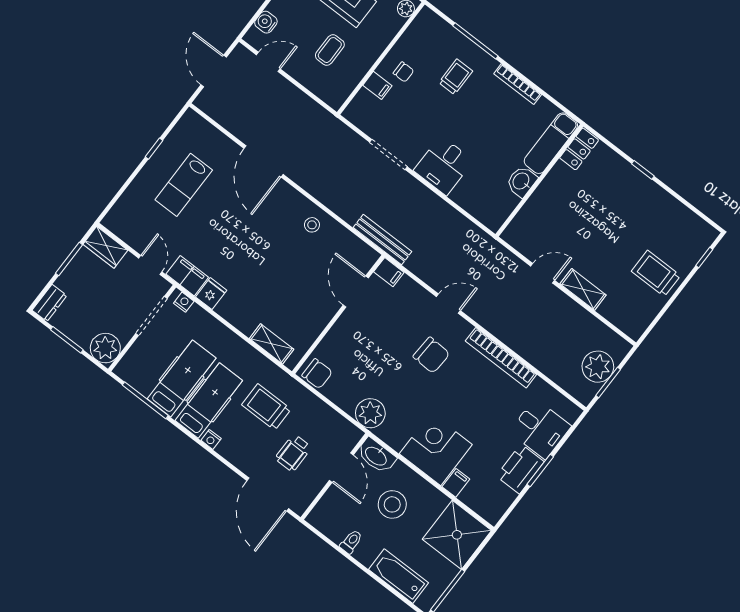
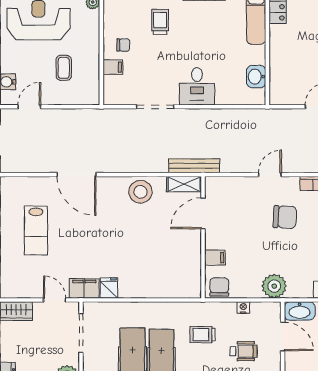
washbasin: (521, 181) -> (256, 77), moved
stool: (312, 225) -> (140, 192), width x1.89, depth x1.89
filing cabinet: (389, 272) -> (215, 258), moved
door: (356, 292) -> (203, 213), hinge flipped
nightstand: (184, 302) -> (243, 308), moved
shelving: (272, 344) -> (184, 184), moved
chair: (317, 374) -> (219, 287), turned -90
trolley: (266, 407) -> (203, 335), width x0.73, depth x0.72
wheelchair: (293, 453) -> (244, 351), turned -90

